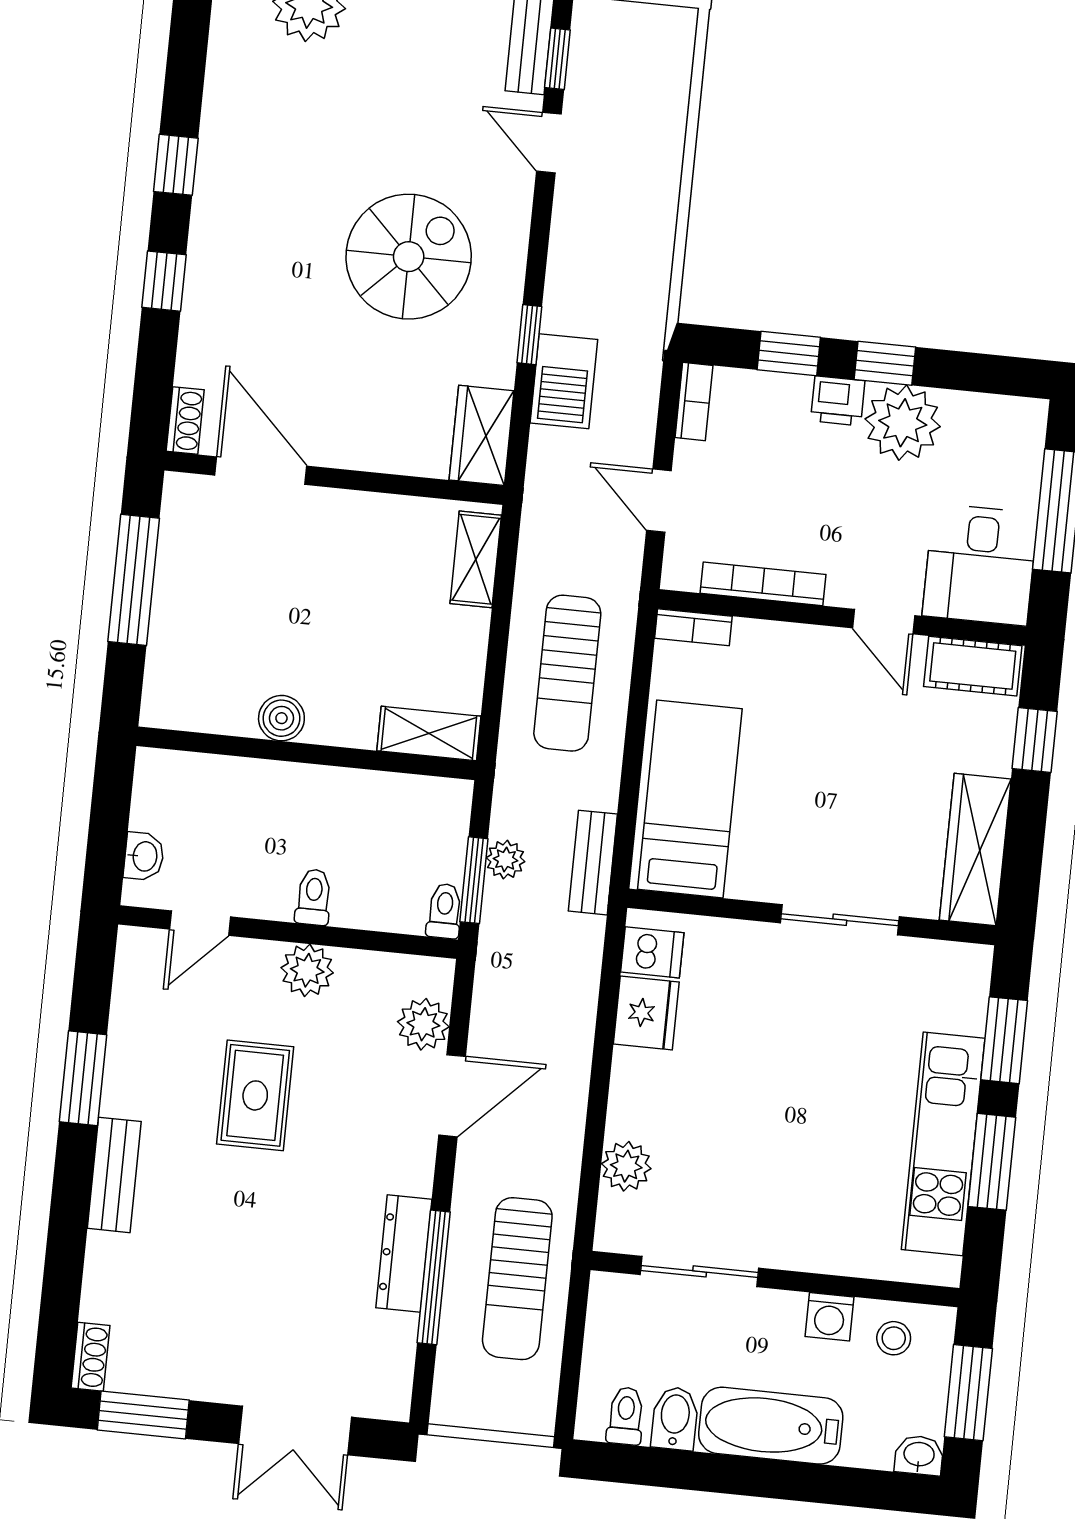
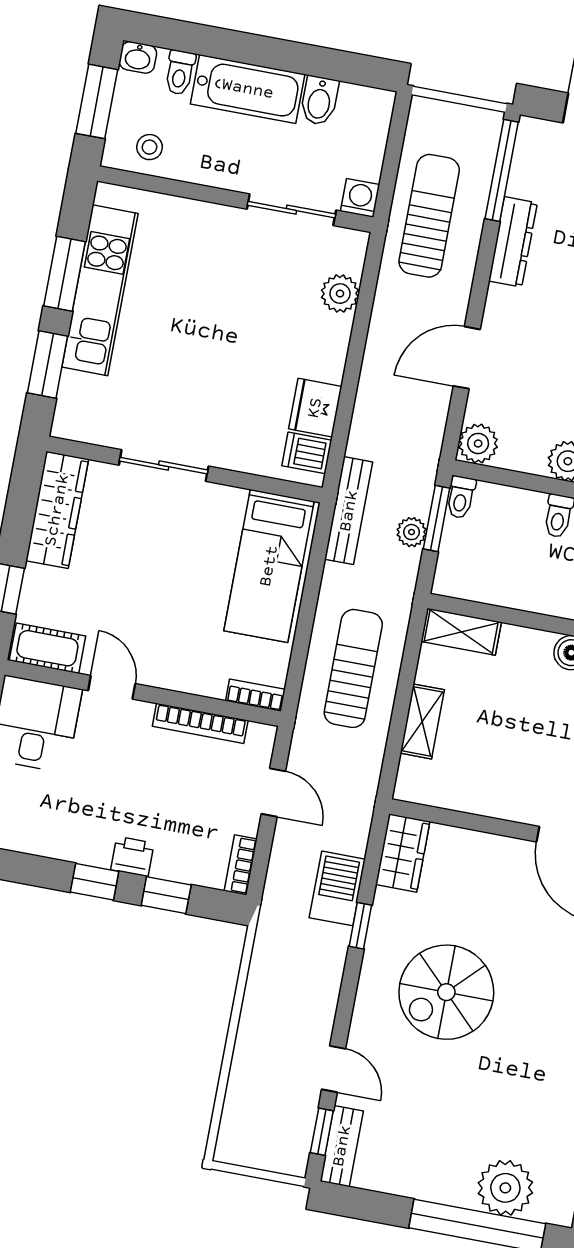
plant: (903, 423) -> (85, 836), removed
shelving: (476, 559) -> (422, 721), moved
bench: (593, 863) -> (349, 511), width x1.36
plant: (423, 1024) -> (478, 444), moved
window: (434, 1277) -> (502, 170), moved
washing machine: (829, 1317) -> (360, 198), moved
toilet: (626, 1416) -> (180, 73), moved

